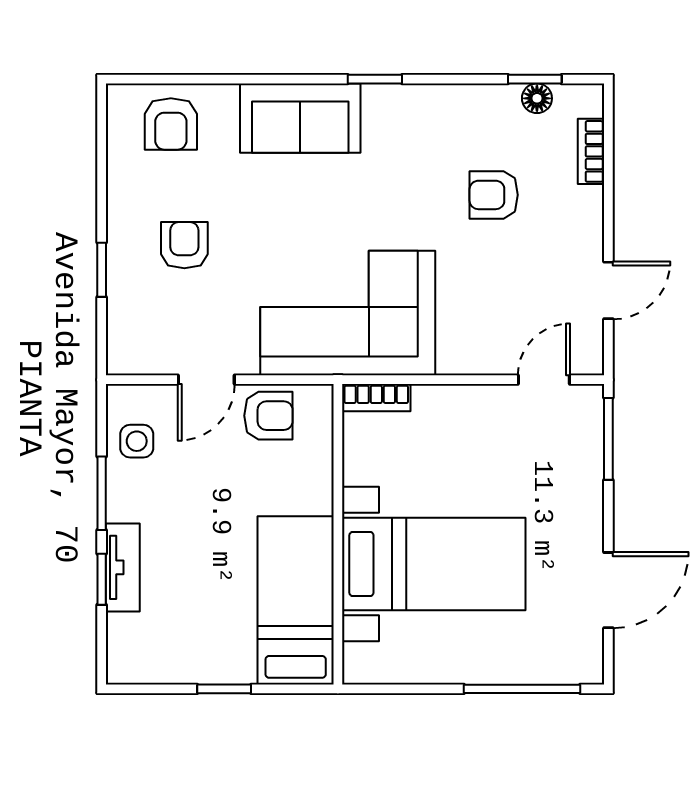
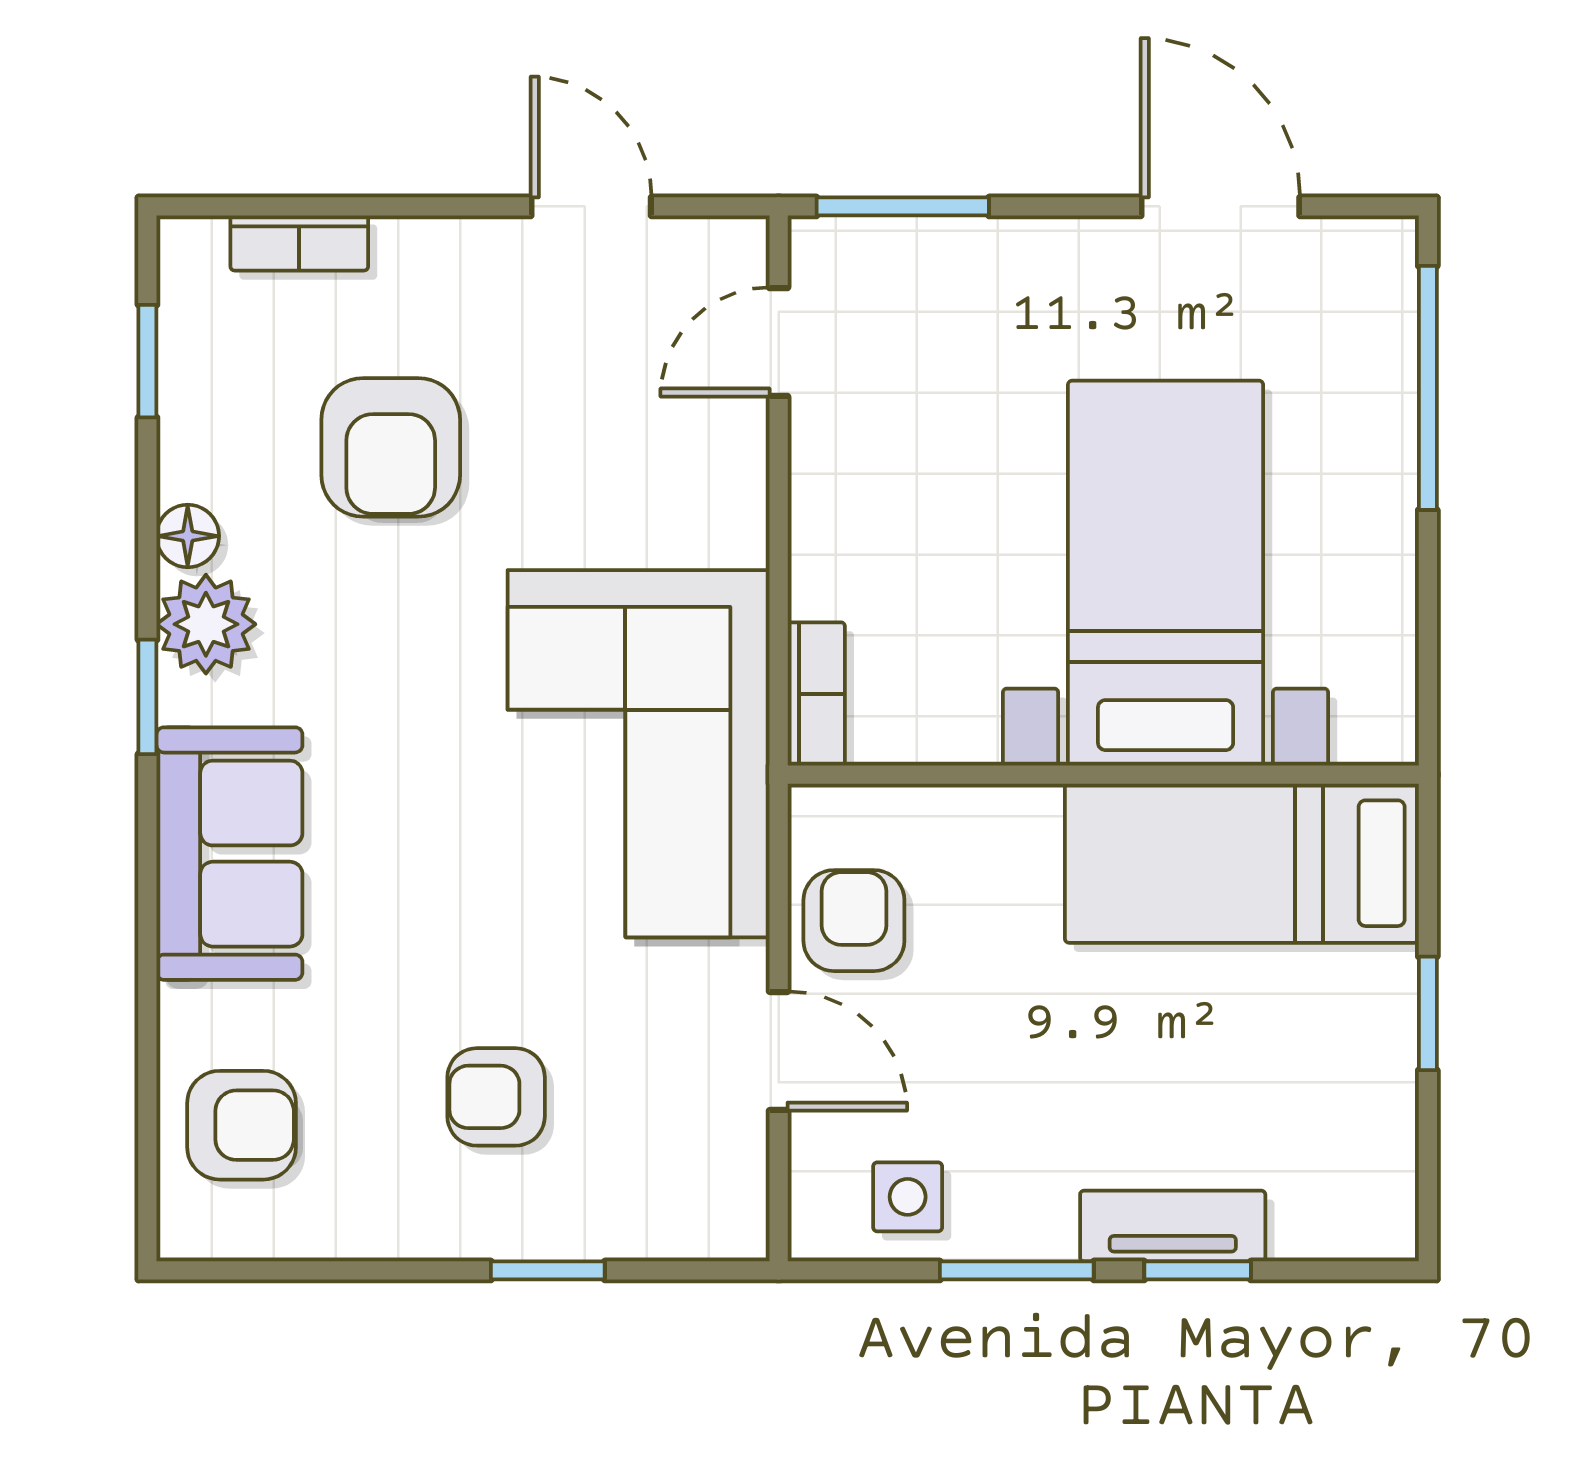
floor lamp: (537, 98) -> (188, 536), moved
plant: (409, 107) -> (206, 624), added
armchair: (494, 195) -> (391, 447), width x1.38, depth x1.38
door: (544, 380) -> (779, 342), hinge flipped

